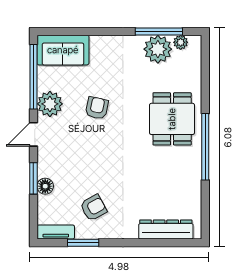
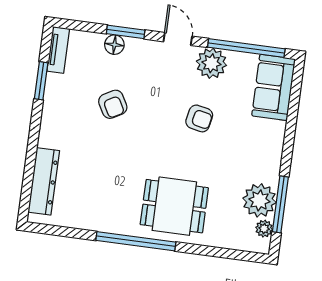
armchair: (93, 208) -> (113, 104), moved

